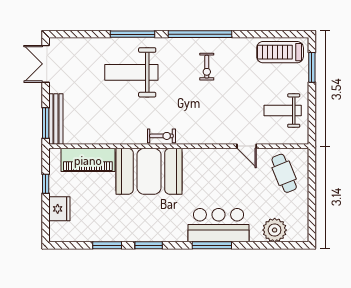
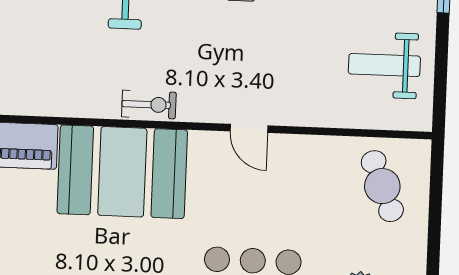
door: (247, 146) -> (249, 128), moved

